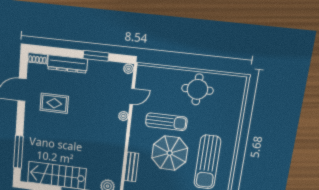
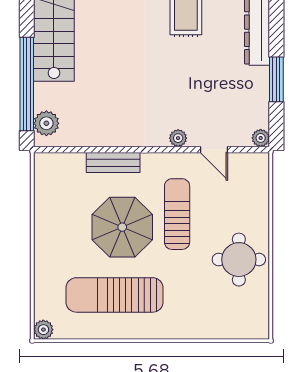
sun lounger: (166, 122) -> (177, 214), turned 180
bench: (131, 167) -> (113, 163), moved

